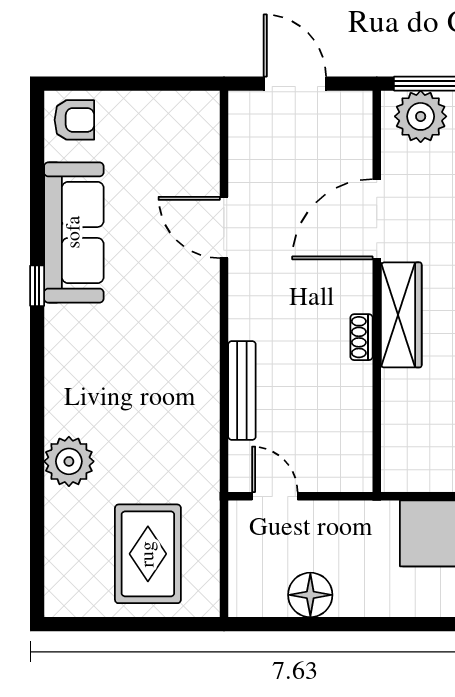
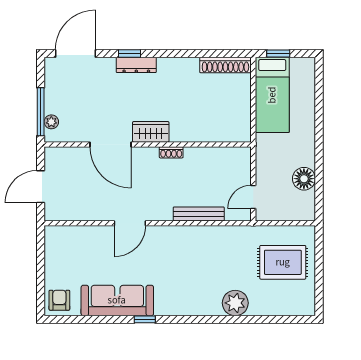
plant: (421, 116) -> (51, 122), width x0.53, depth x0.53
door: (224, 227) -> (130, 223), moved
wardrobe: (401, 315) -> (151, 132), width x0.67

